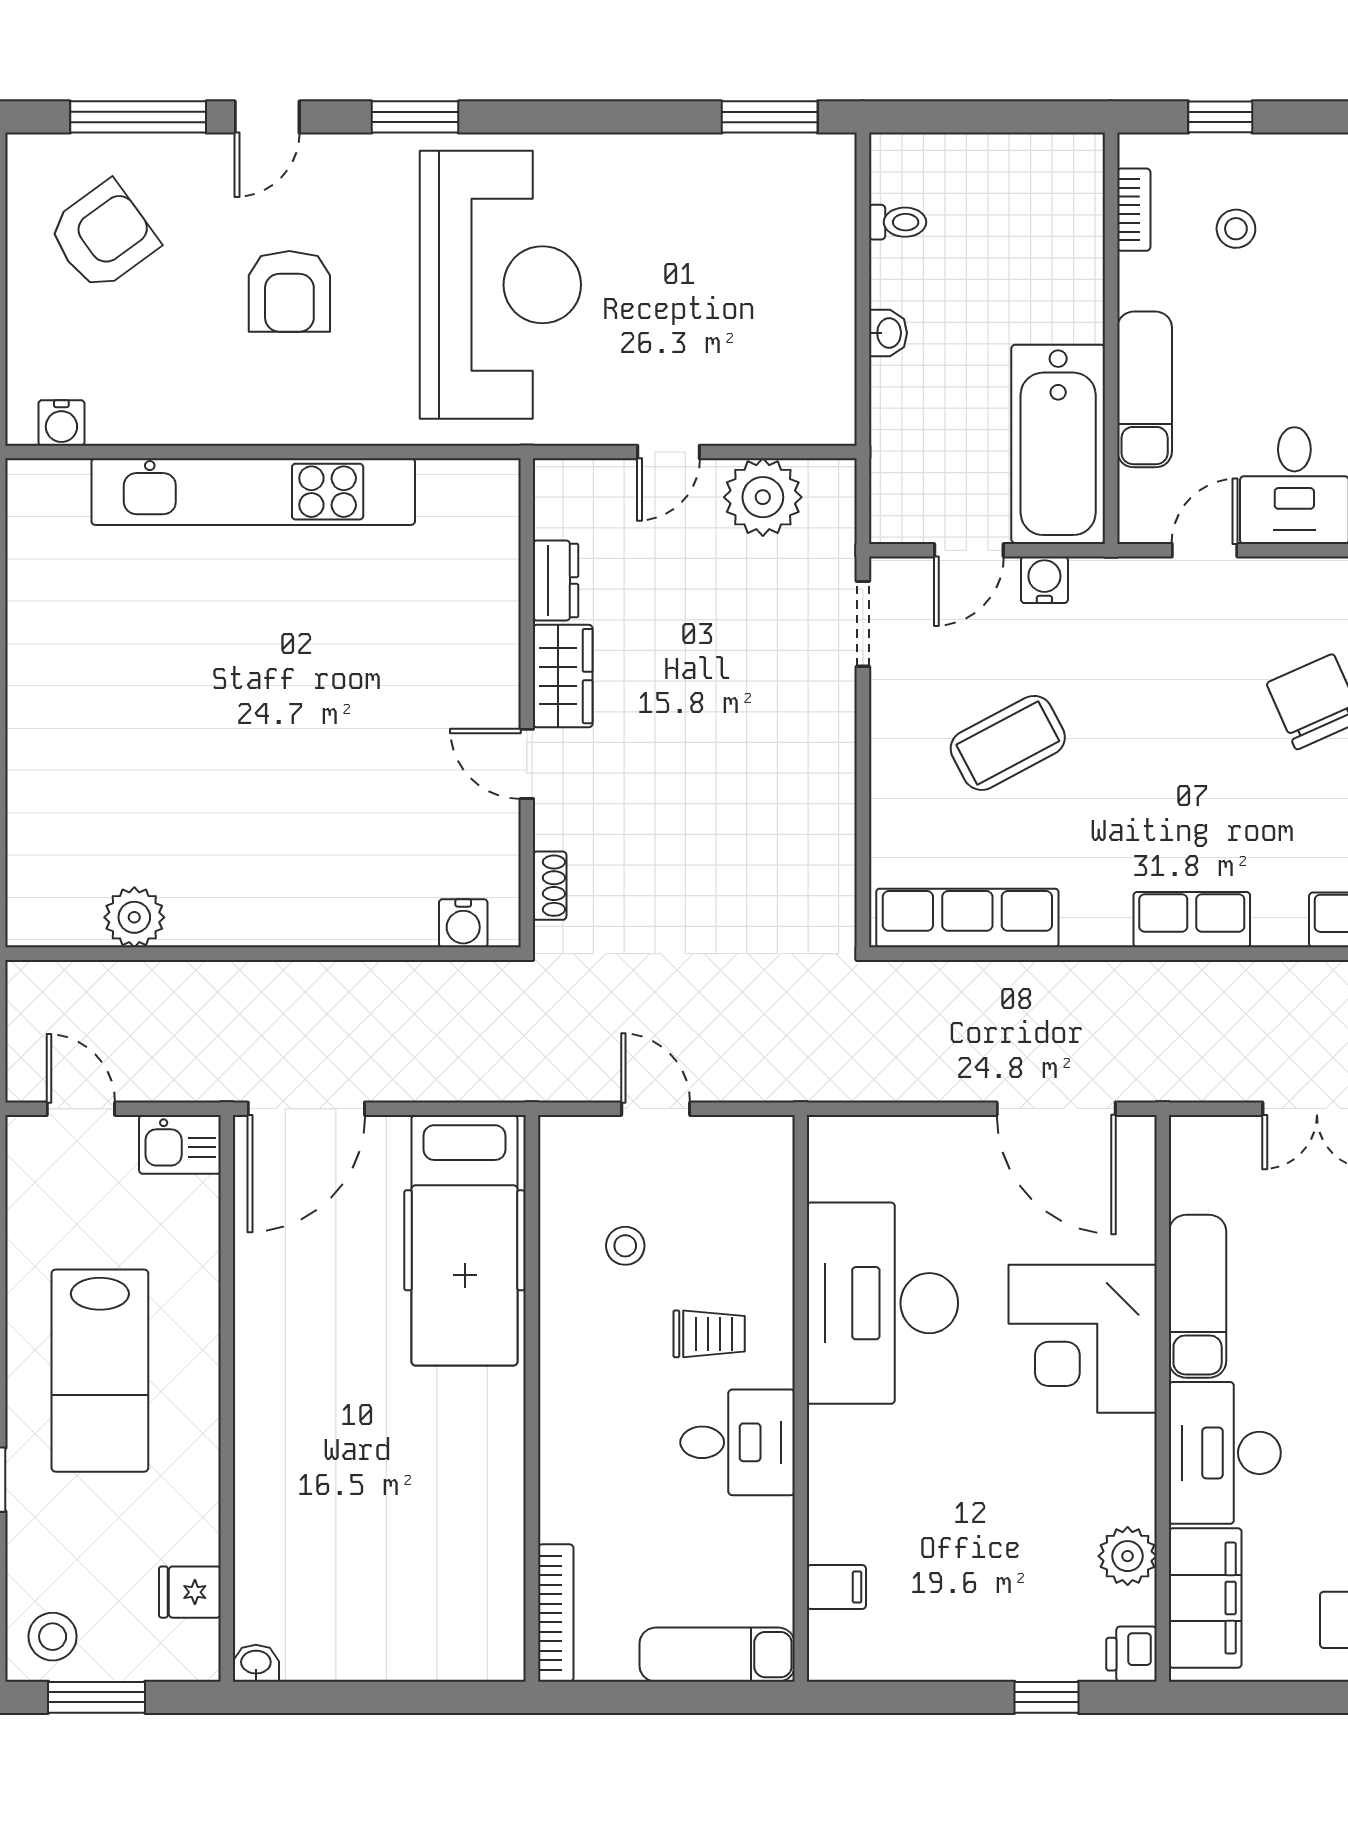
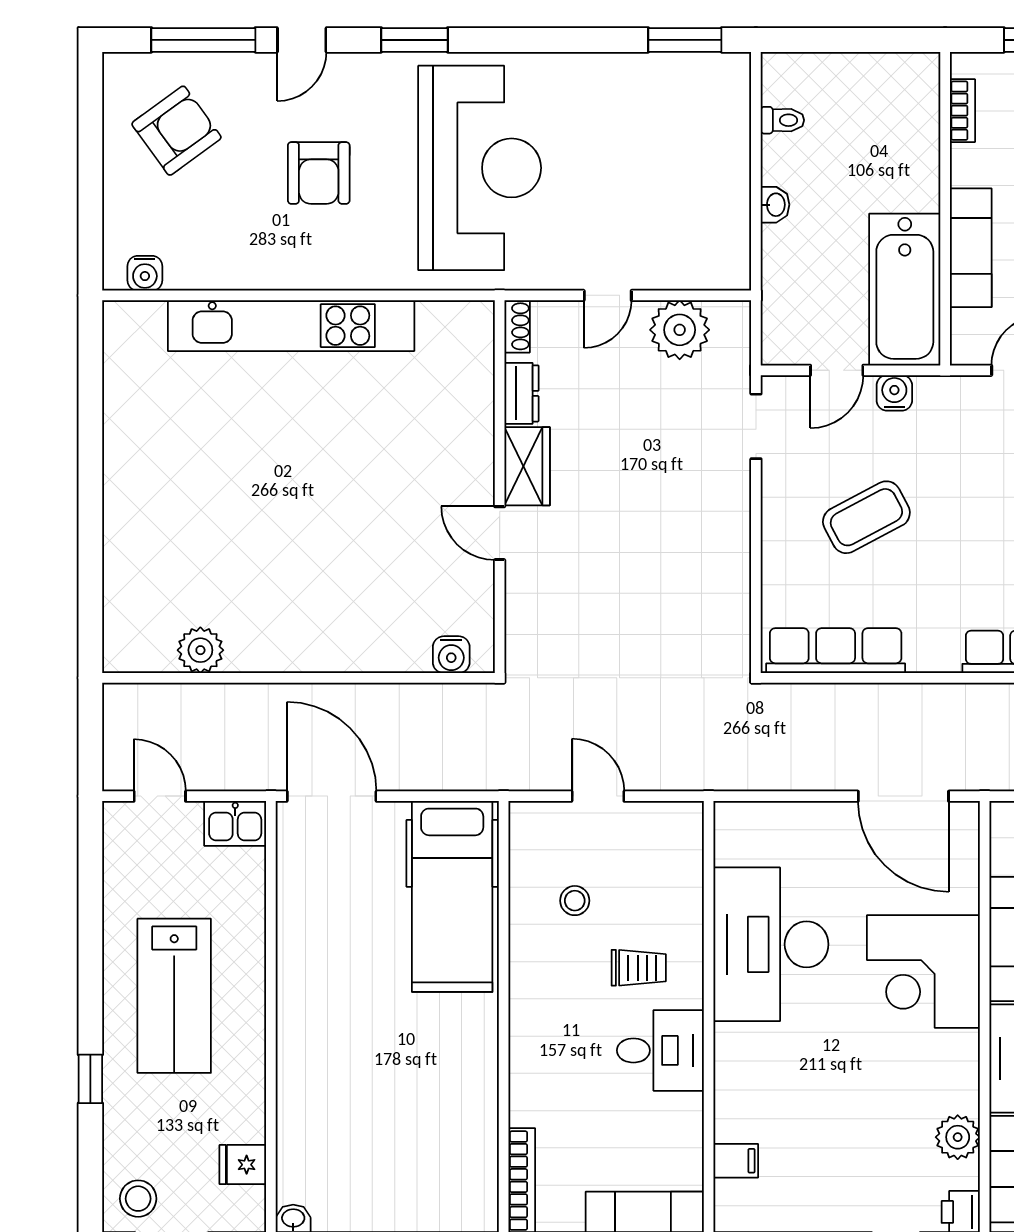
shoe rack: (550, 886) -> (517, 326), moved
door: (306, 1109) -> (332, 796), swing flipped

